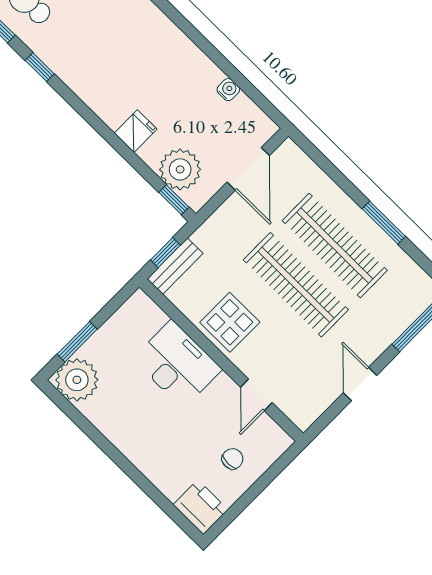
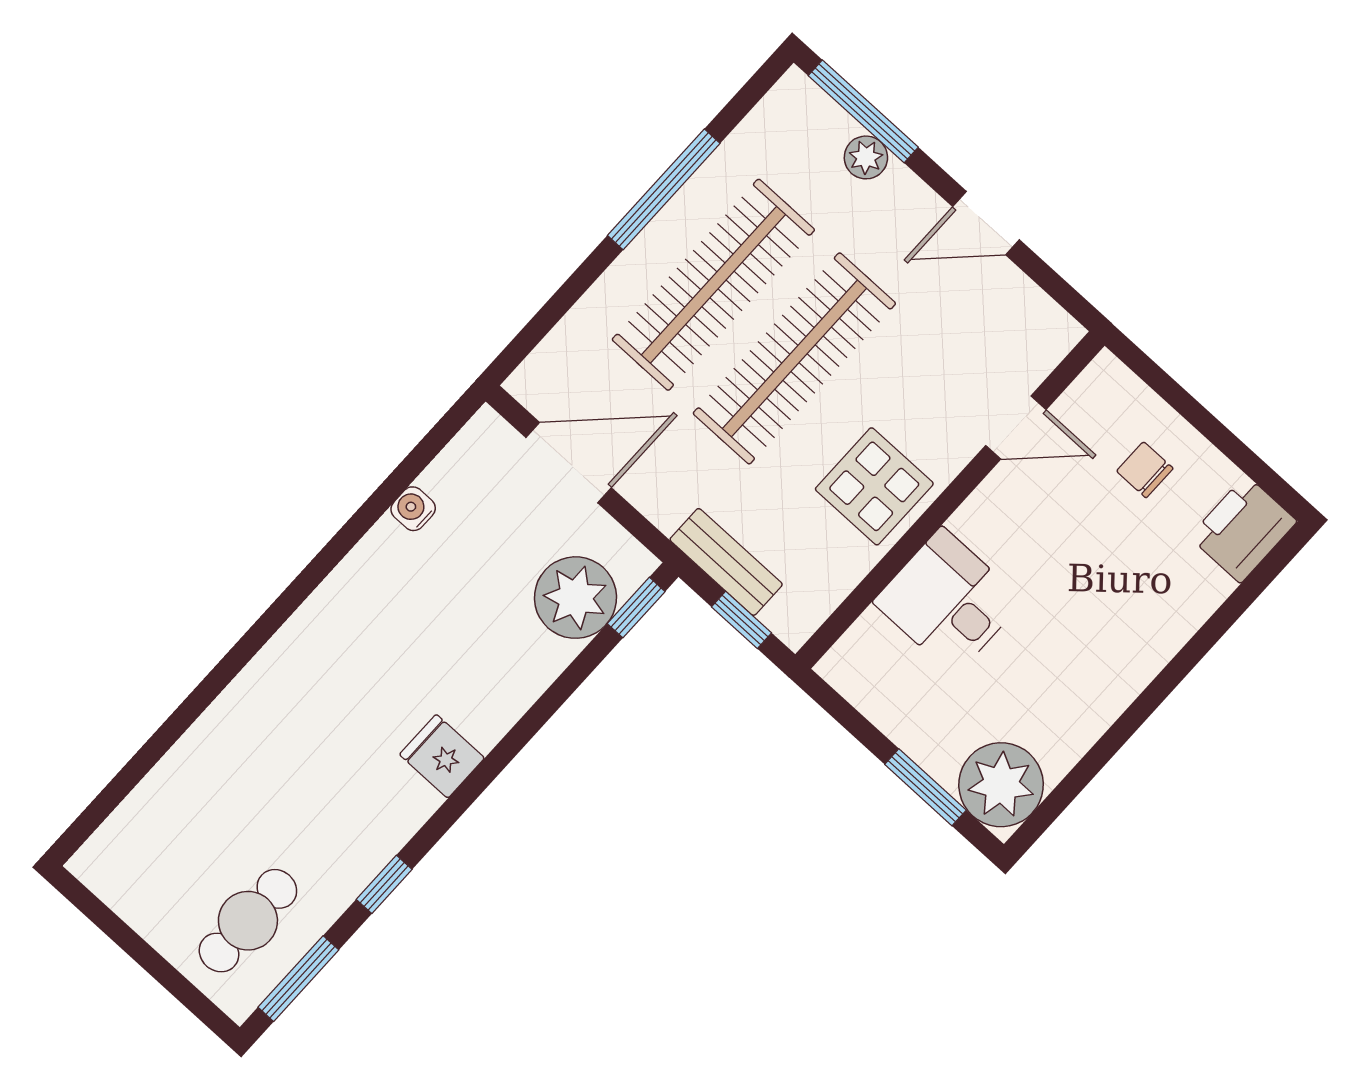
fridge: (136, 131) -> (442, 756), moved
window: (384, 223) -> (664, 189), width x1.44
bench: (175, 266) -> (726, 562), moved
plant: (396, 325) -> (866, 157), added
desk: (177, 364) -> (948, 601), width x0.73

